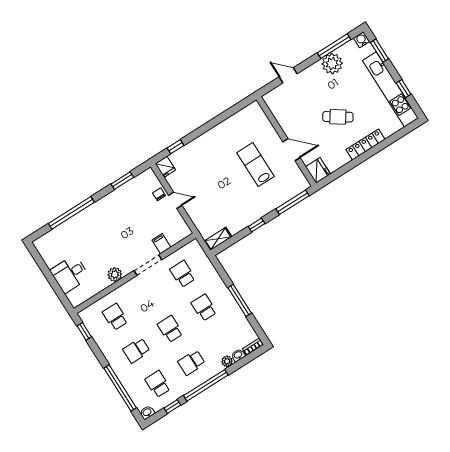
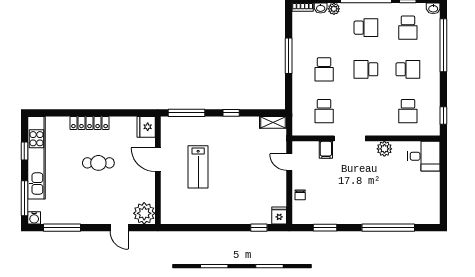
window: (379, 51) -> (24, 198), width x1.44
plant: (332, 64) -> (144, 213), moved
cafe table: (338, 117) -> (98, 163), turned -34
door: (175, 200) -> (289, 162), moved
desk: (70, 274) -> (424, 156), moved
school desk: (170, 329) -> (366, 69), turned 90

